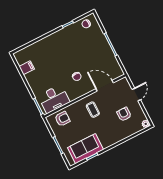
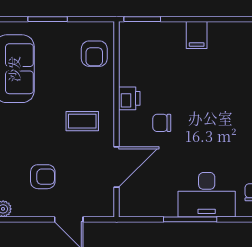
filing cabinet: (27, 68) -> (197, 35), moved
printer: (74, 95) -> (129, 98), added
desk: (54, 99) -> (207, 195), moved, turned -90

